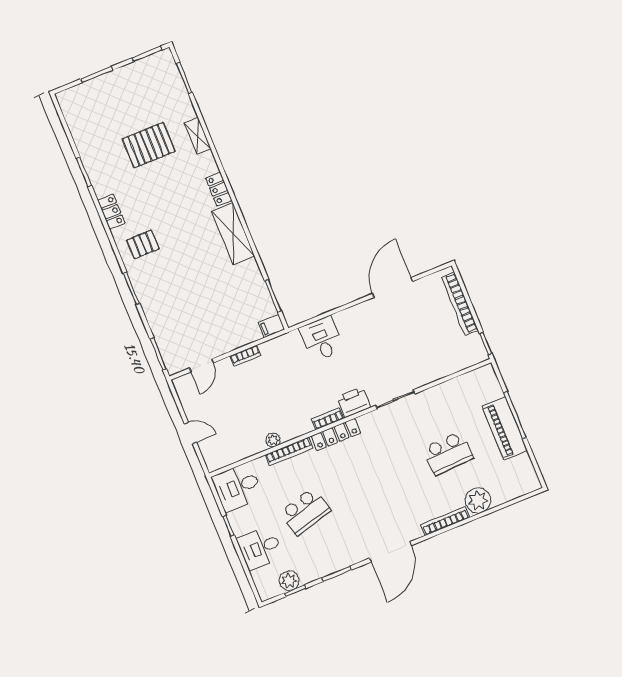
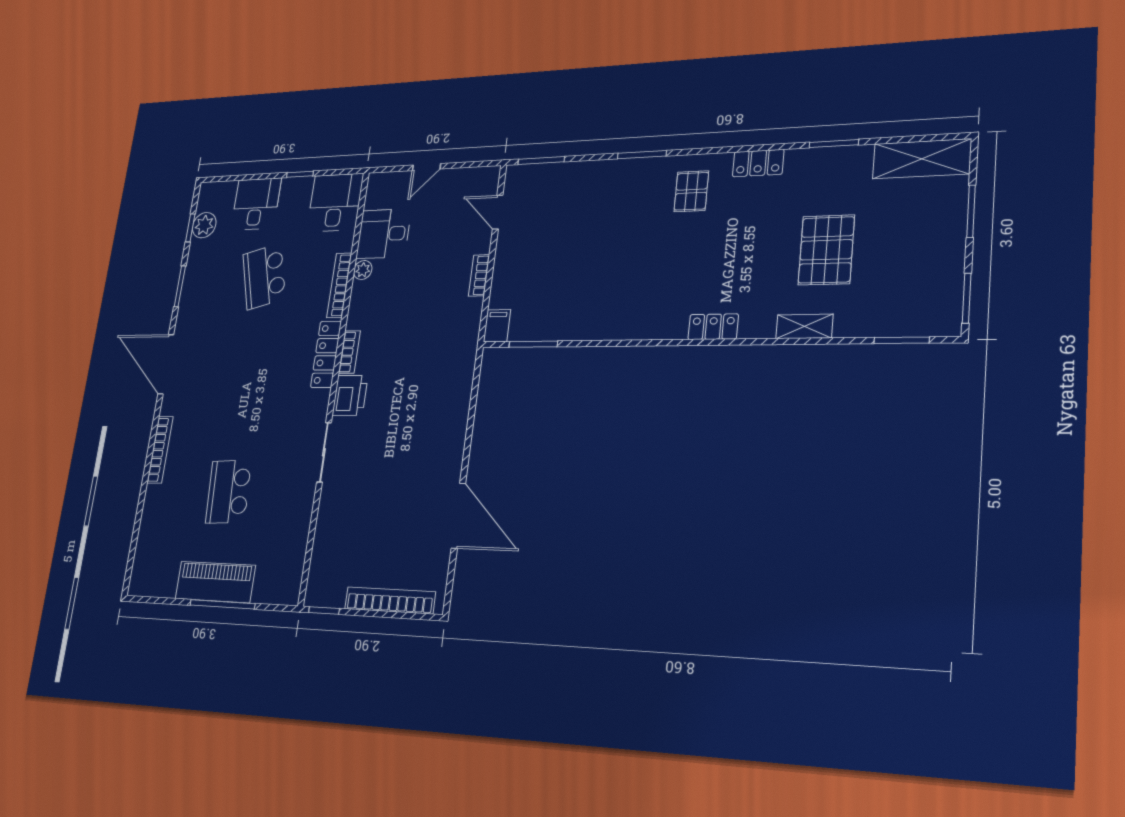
shelving: (233, 234) -> (922, 159), moved
desk: (322, 339) -> (384, 234), moved, turned 180
plant: (478, 500) -> (158, 504), removed

